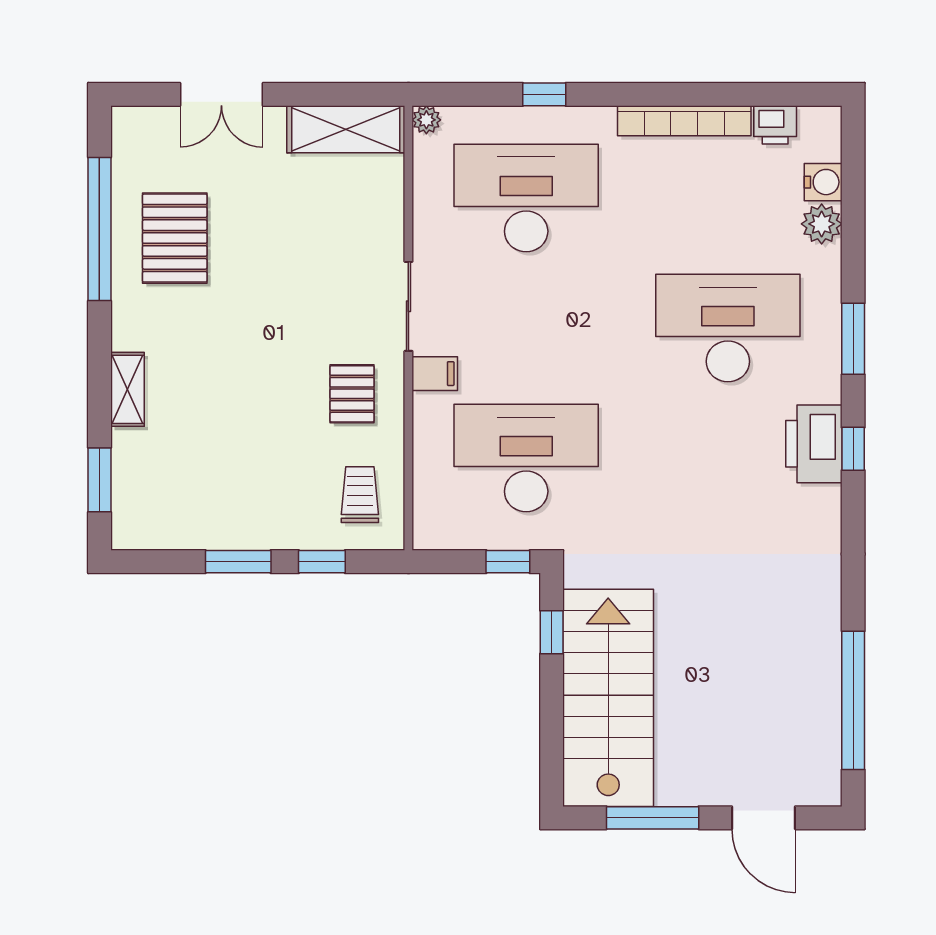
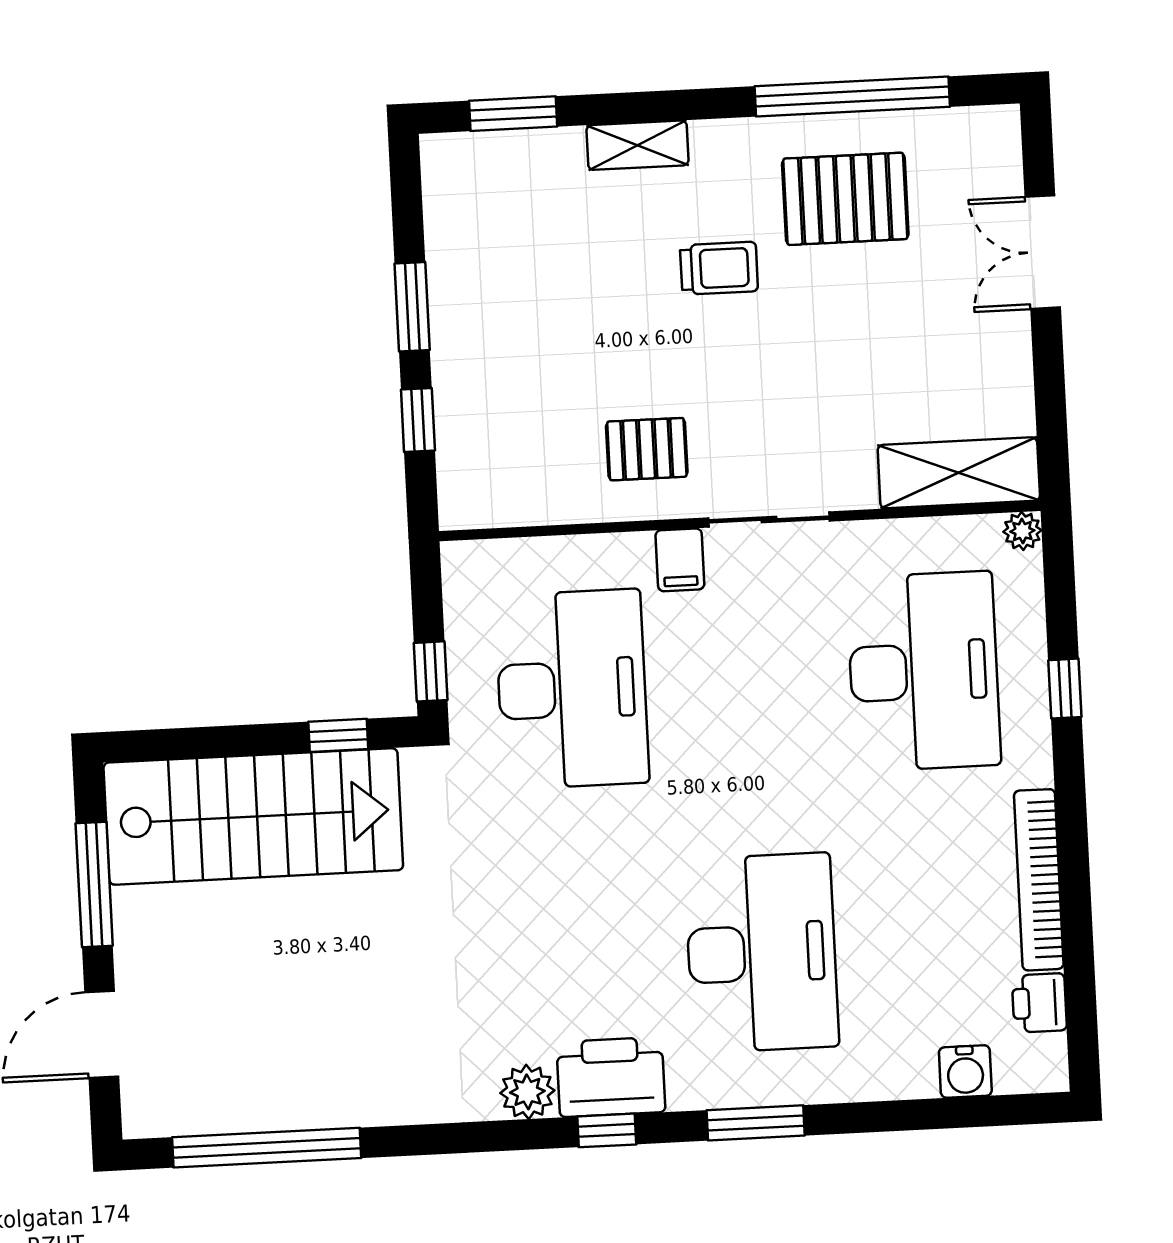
shelving: (346, 129) -> (959, 473), moved, turned 90
plant: (822, 224) -> (527, 1092), moved
trolley: (360, 495) -> (719, 268), moved

